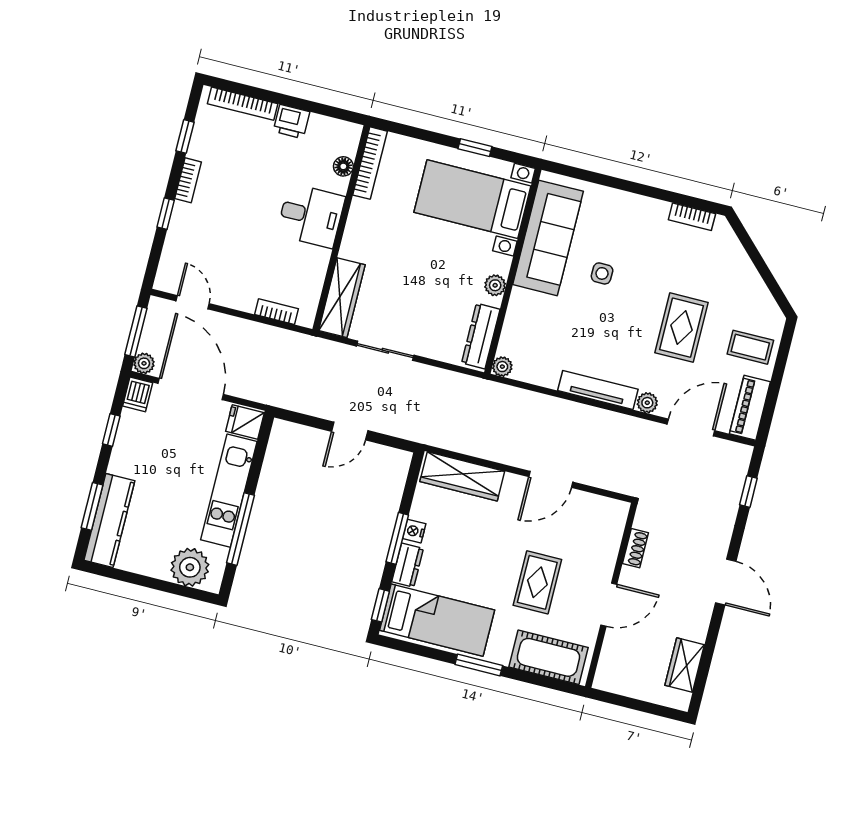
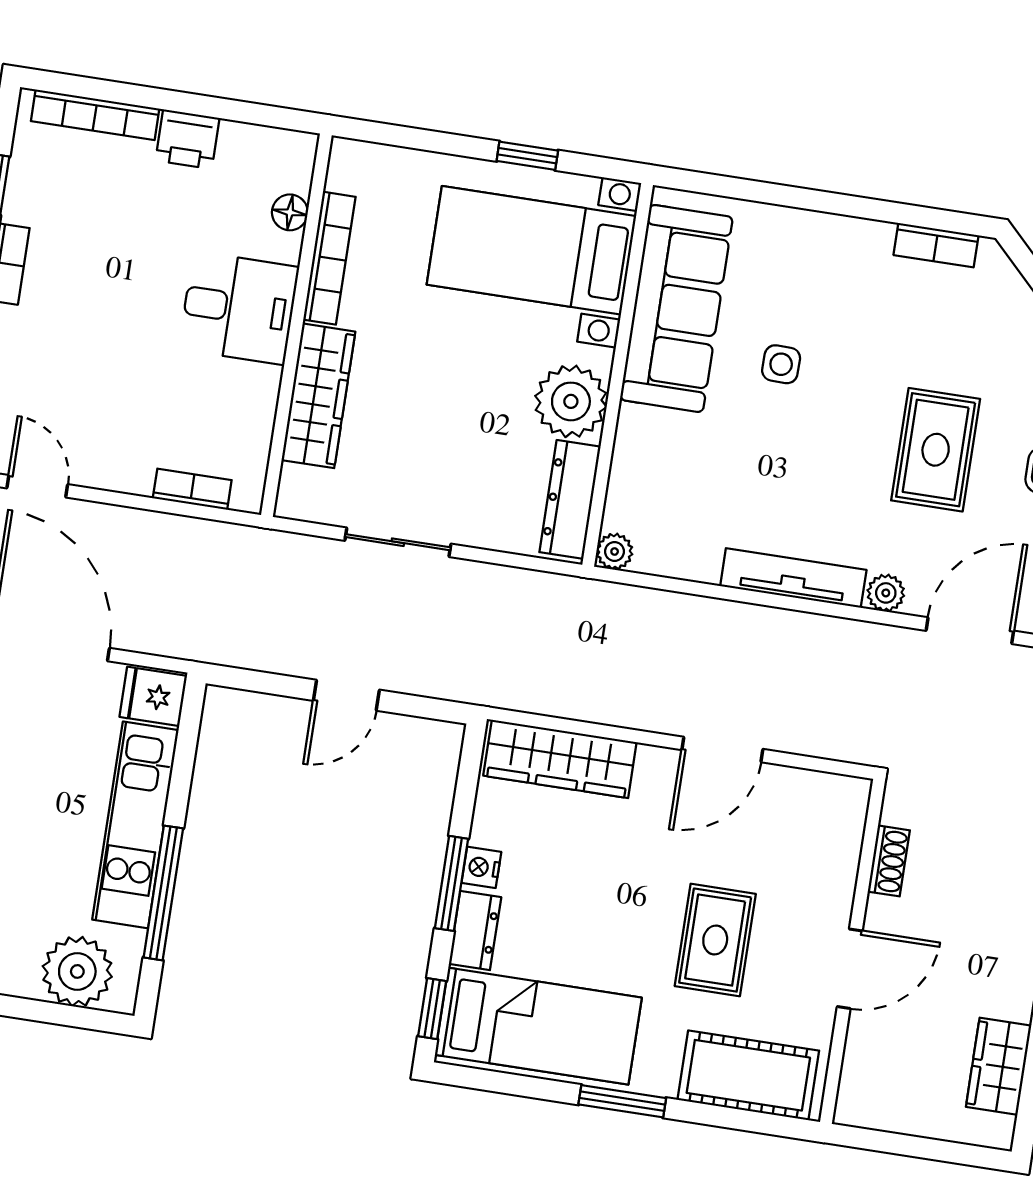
bookcase: (370, 163) -> (329, 258), moved
plant: (495, 285) -> (571, 401), width x1.88, depth x1.88
wardrobe: (342, 298) -> (318, 396), moved

